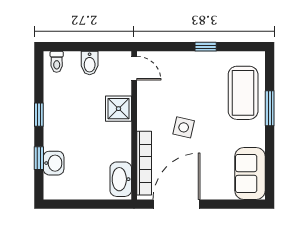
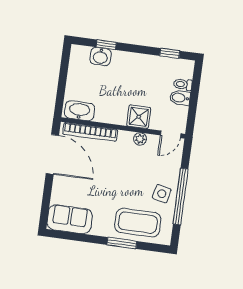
window: (206, 47) -> (181, 197), width x3.17
toilet: (57, 62) -> (183, 84), moved
plant: (144, 104) -> (140, 139), added
window: (39, 115) -> (170, 53), moved
side table: (184, 127) -> (162, 194), moved

